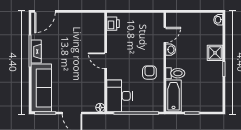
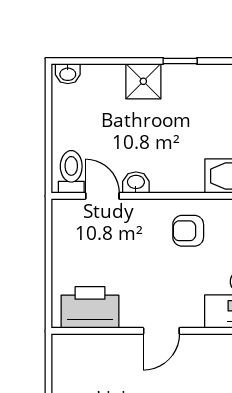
printer: (113, 24) -> (90, 307), width x1.87, depth x1.48
toilet: (175, 73) -> (71, 172), moved

